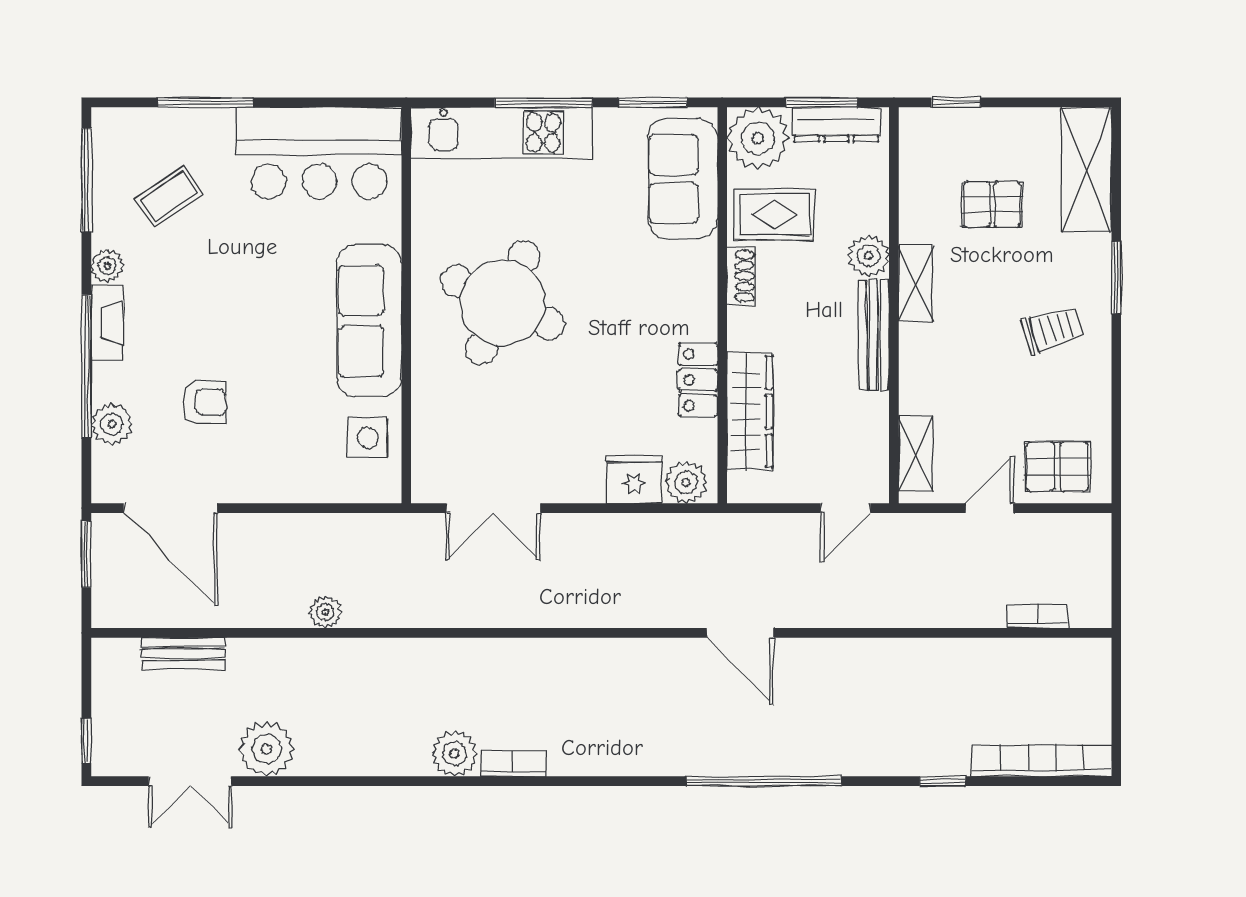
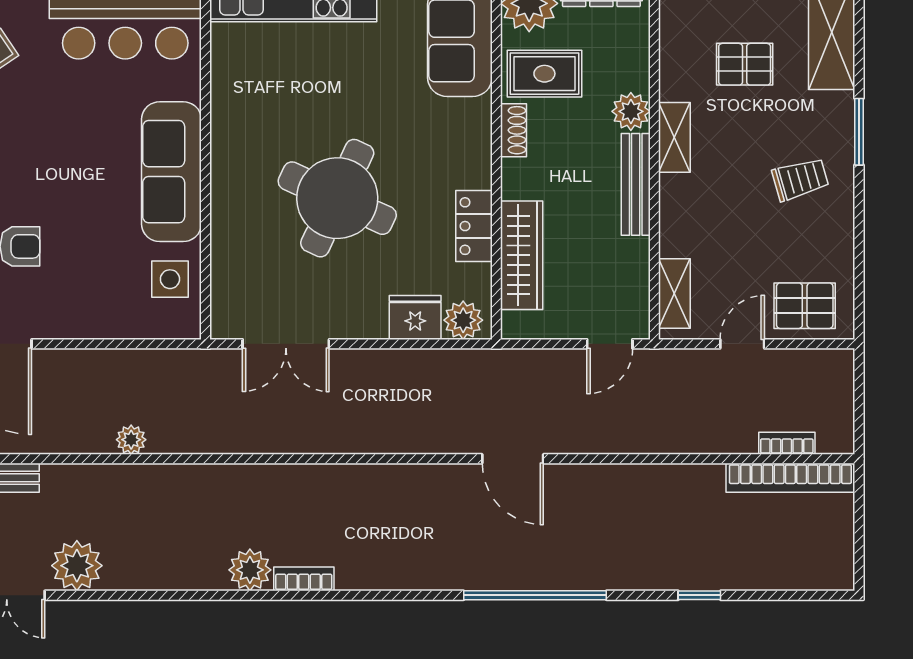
round table: (503, 303) -> (337, 198), moved
bookcase: (1042, 761) -> (790, 478), moved, turned 180

